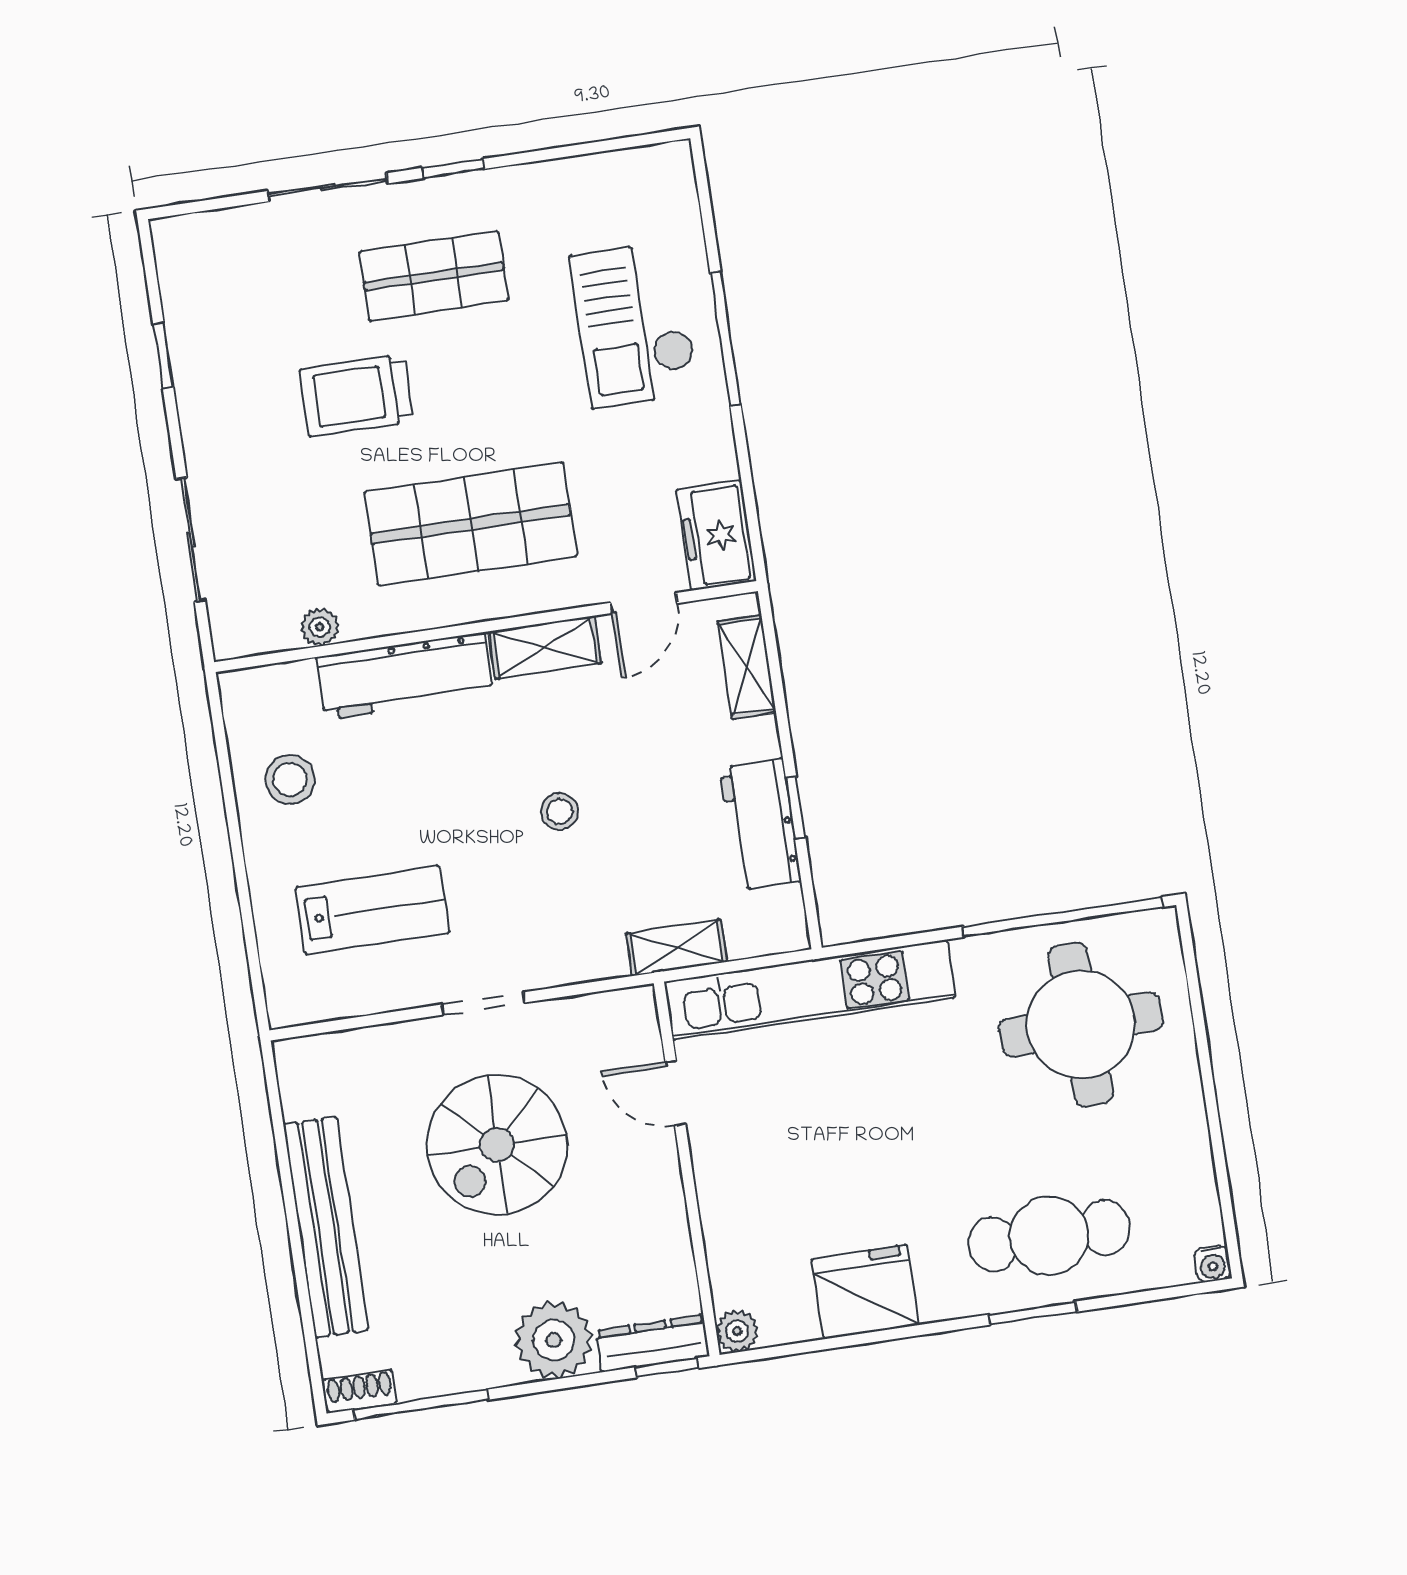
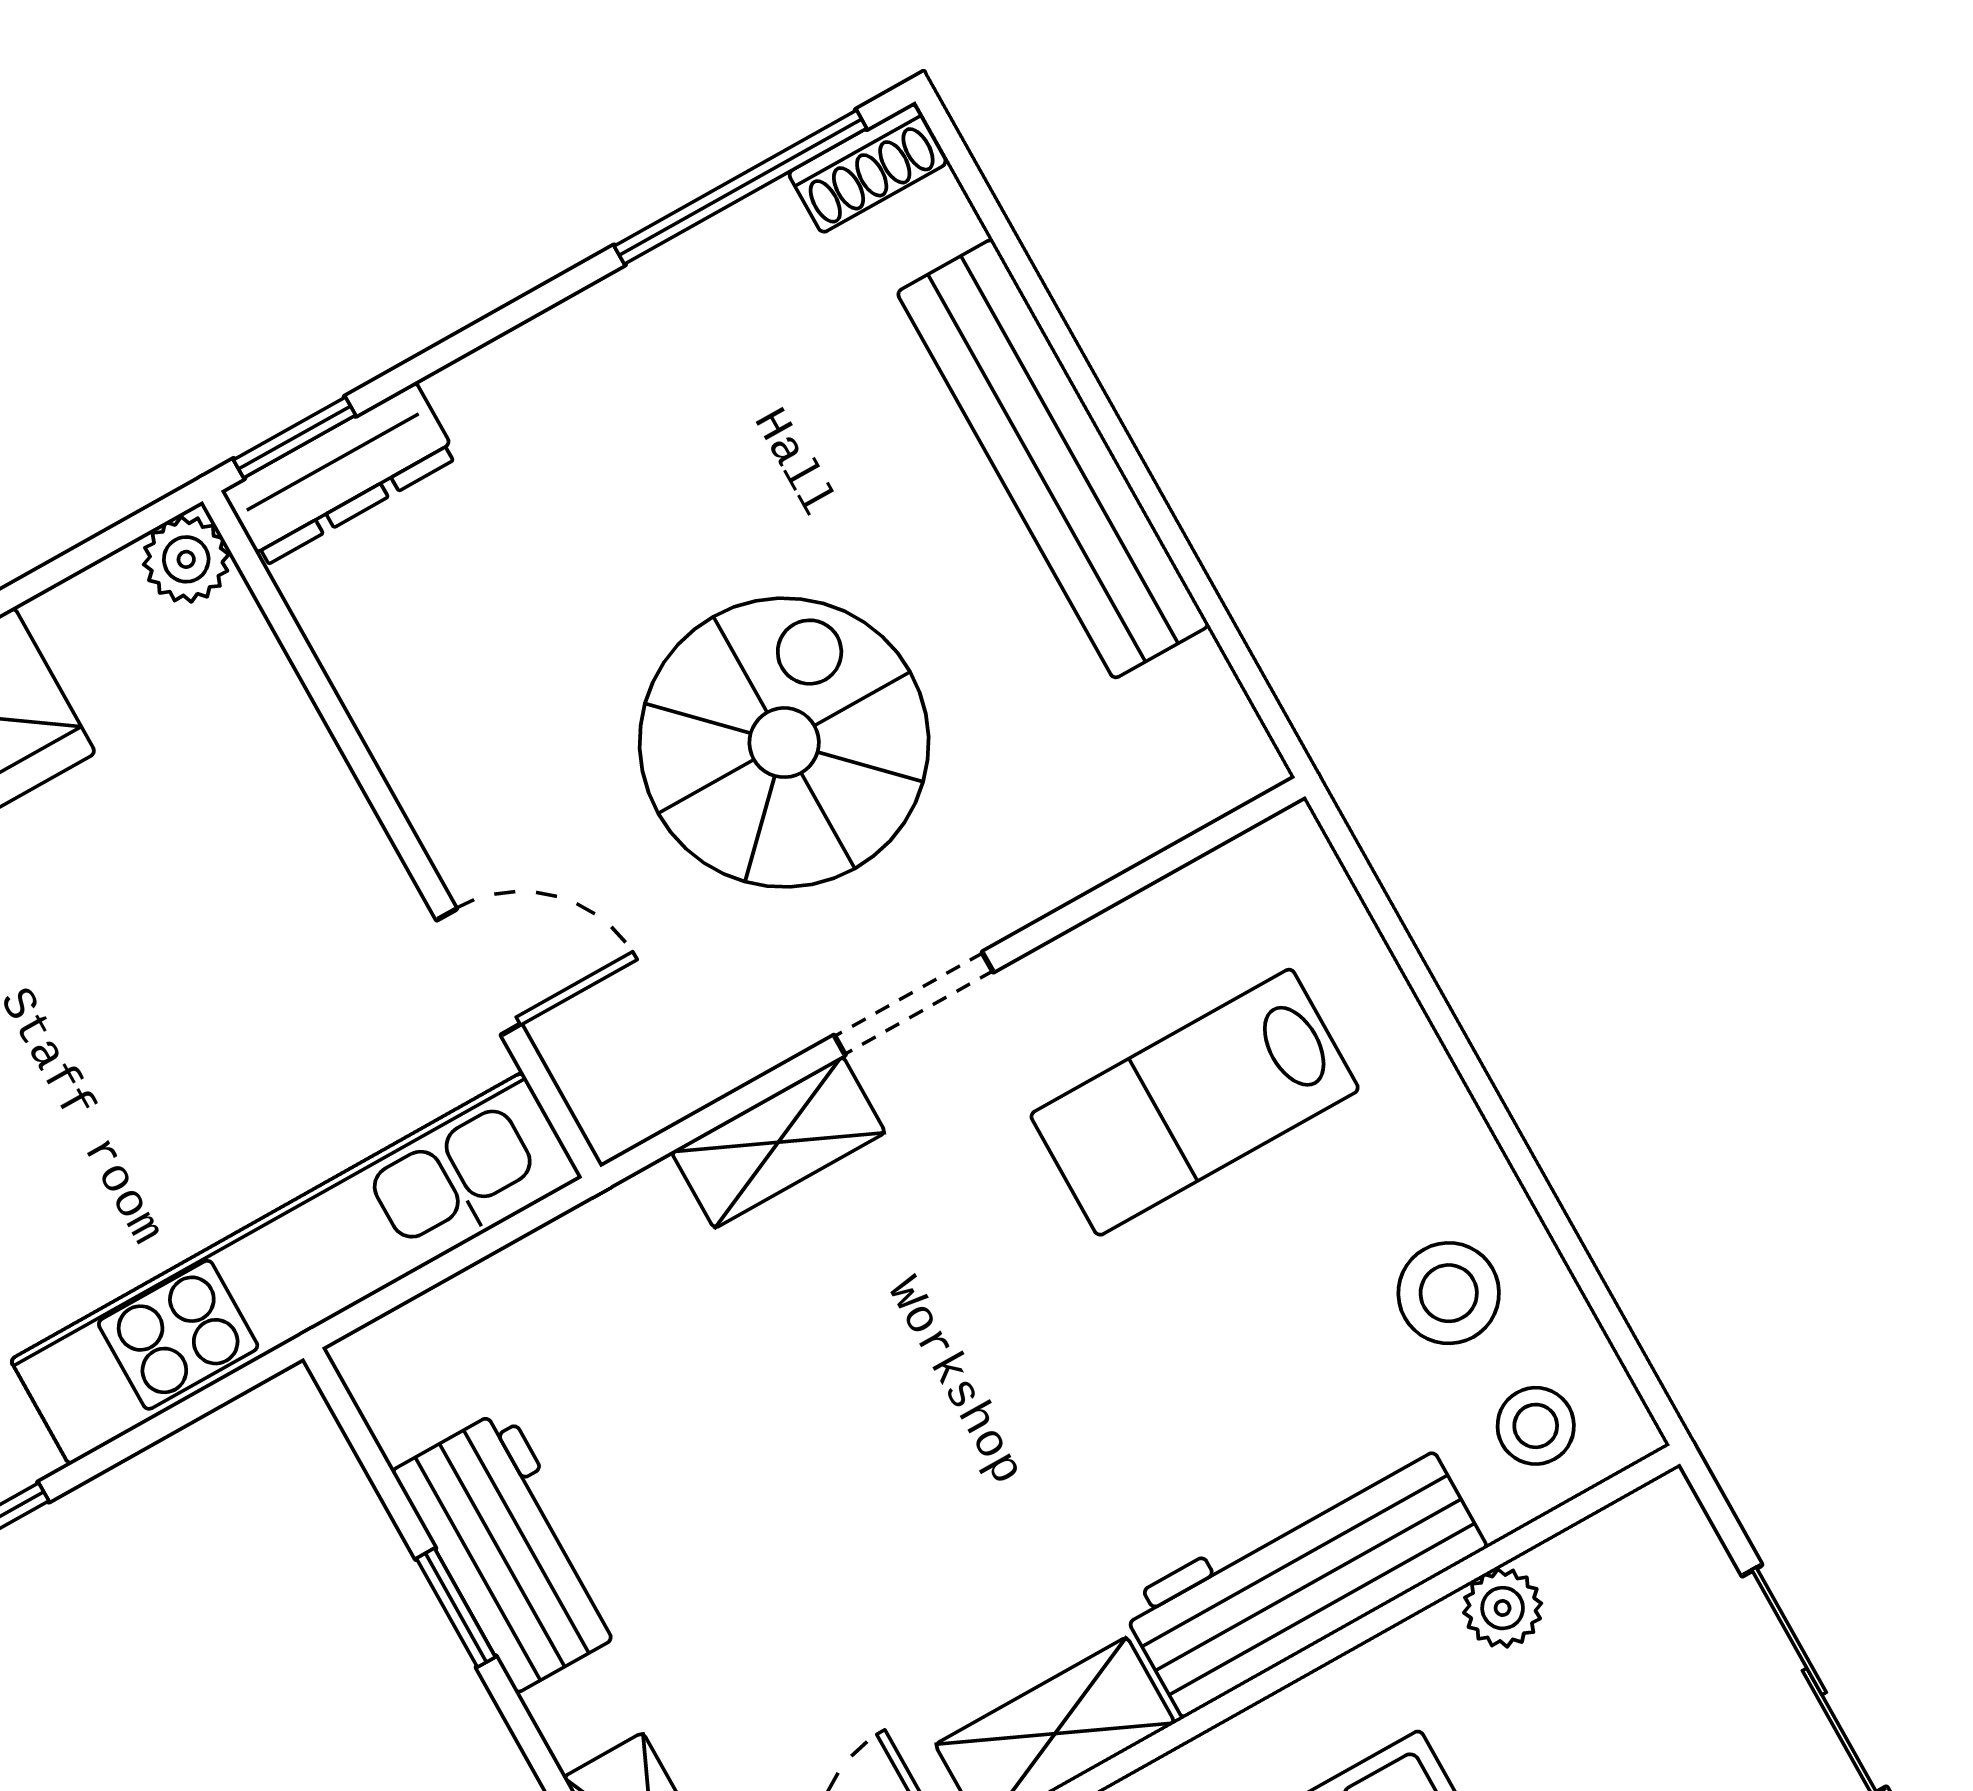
stool: (560, 812) -> (1536, 1426), moved
shelving: (677, 948) -> (778, 1142), moved
plant: (554, 1340) -> (533, 408), removed

